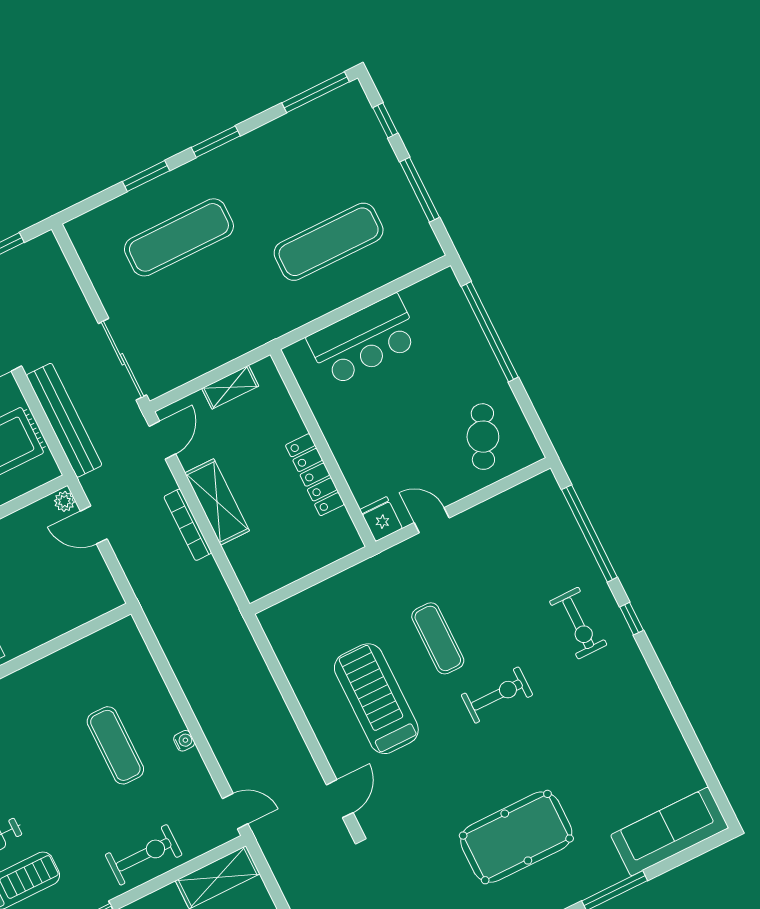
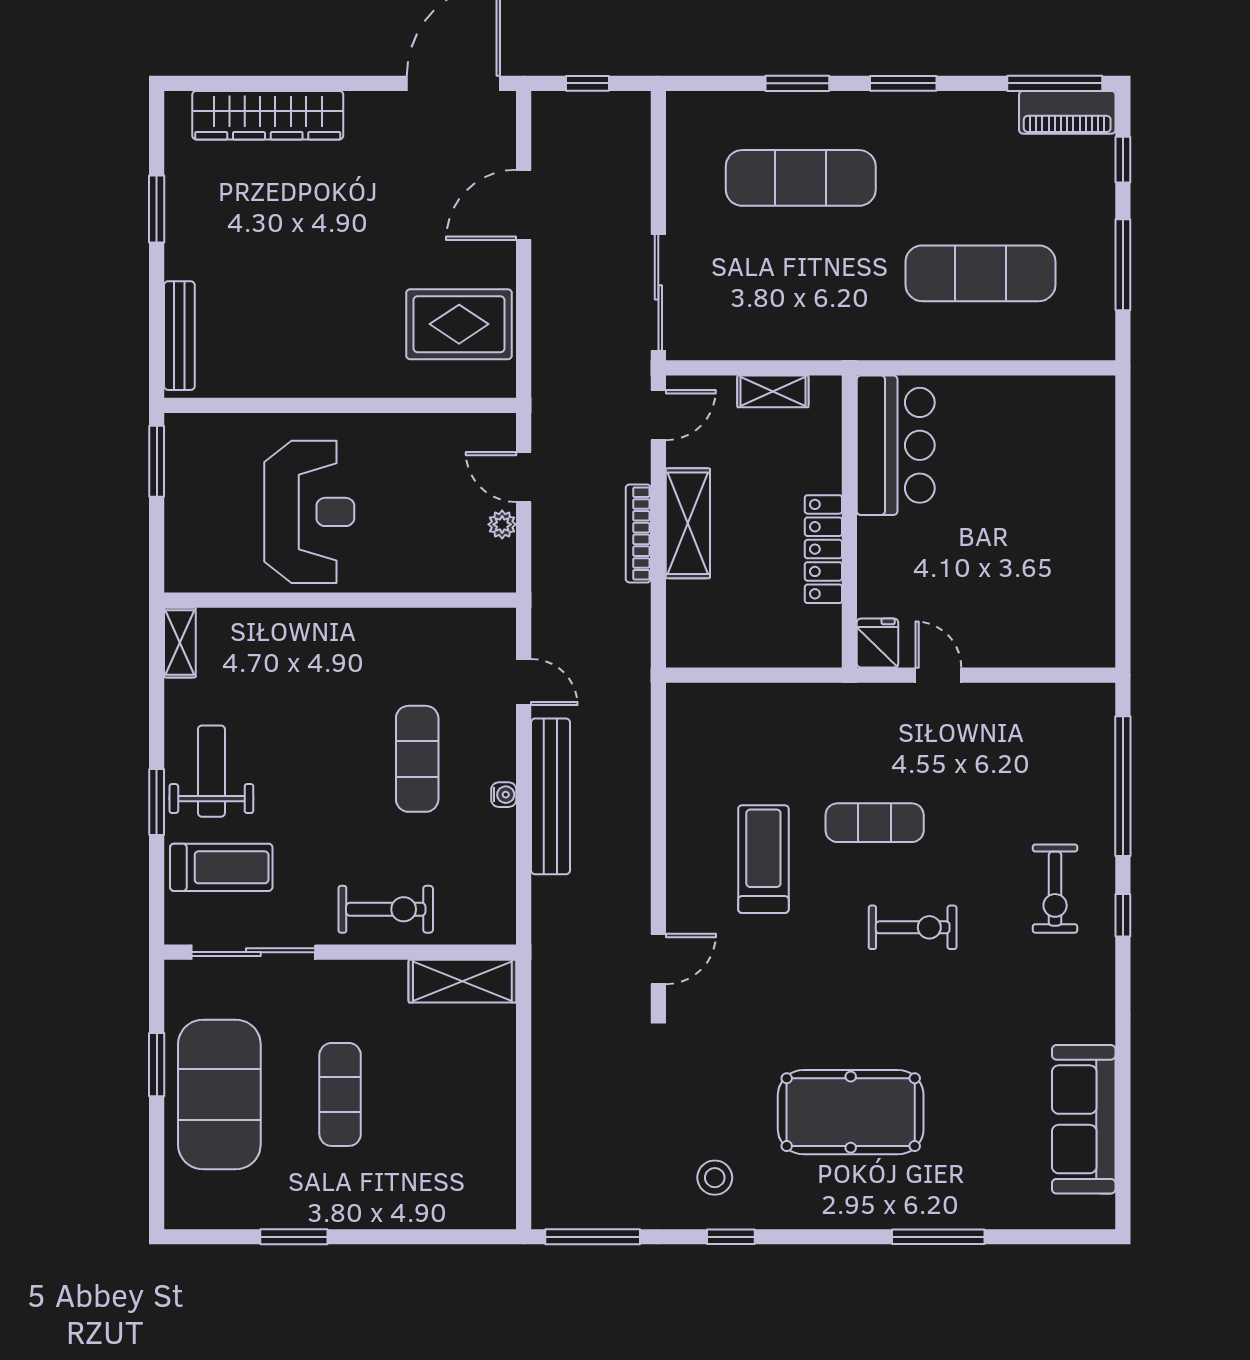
piano: (333, 107) -> (1067, 112), added
window: (490, 332) -> (1123, 480), removed
bar counter: (364, 340) -> (896, 445), moved, turned -90
bench: (64, 420) -> (550, 796), moved
cafe table: (483, 437) -> (1051, 604), removed
plant: (64, 501) -> (502, 524), moved
exercise mat: (438, 638) -> (875, 823), turned 90
treadmill: (376, 699) -> (763, 859), width x0.73, depth x0.73
door: (235, 811) -> (524, 682), moved
sofa: (670, 831) -> (1084, 1119), moved, turned -90

